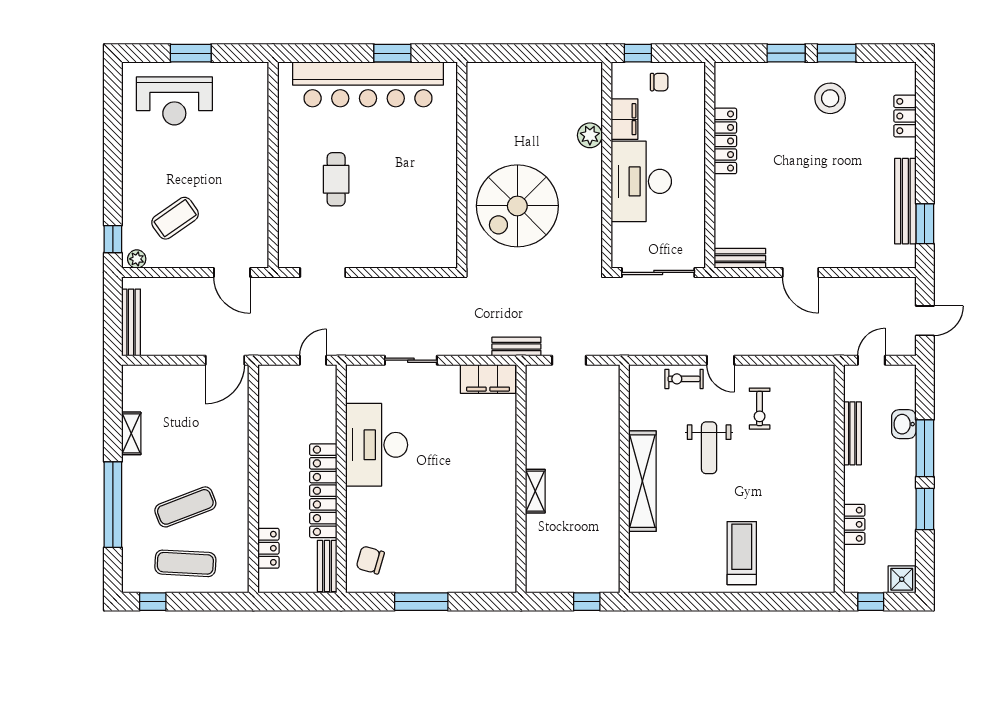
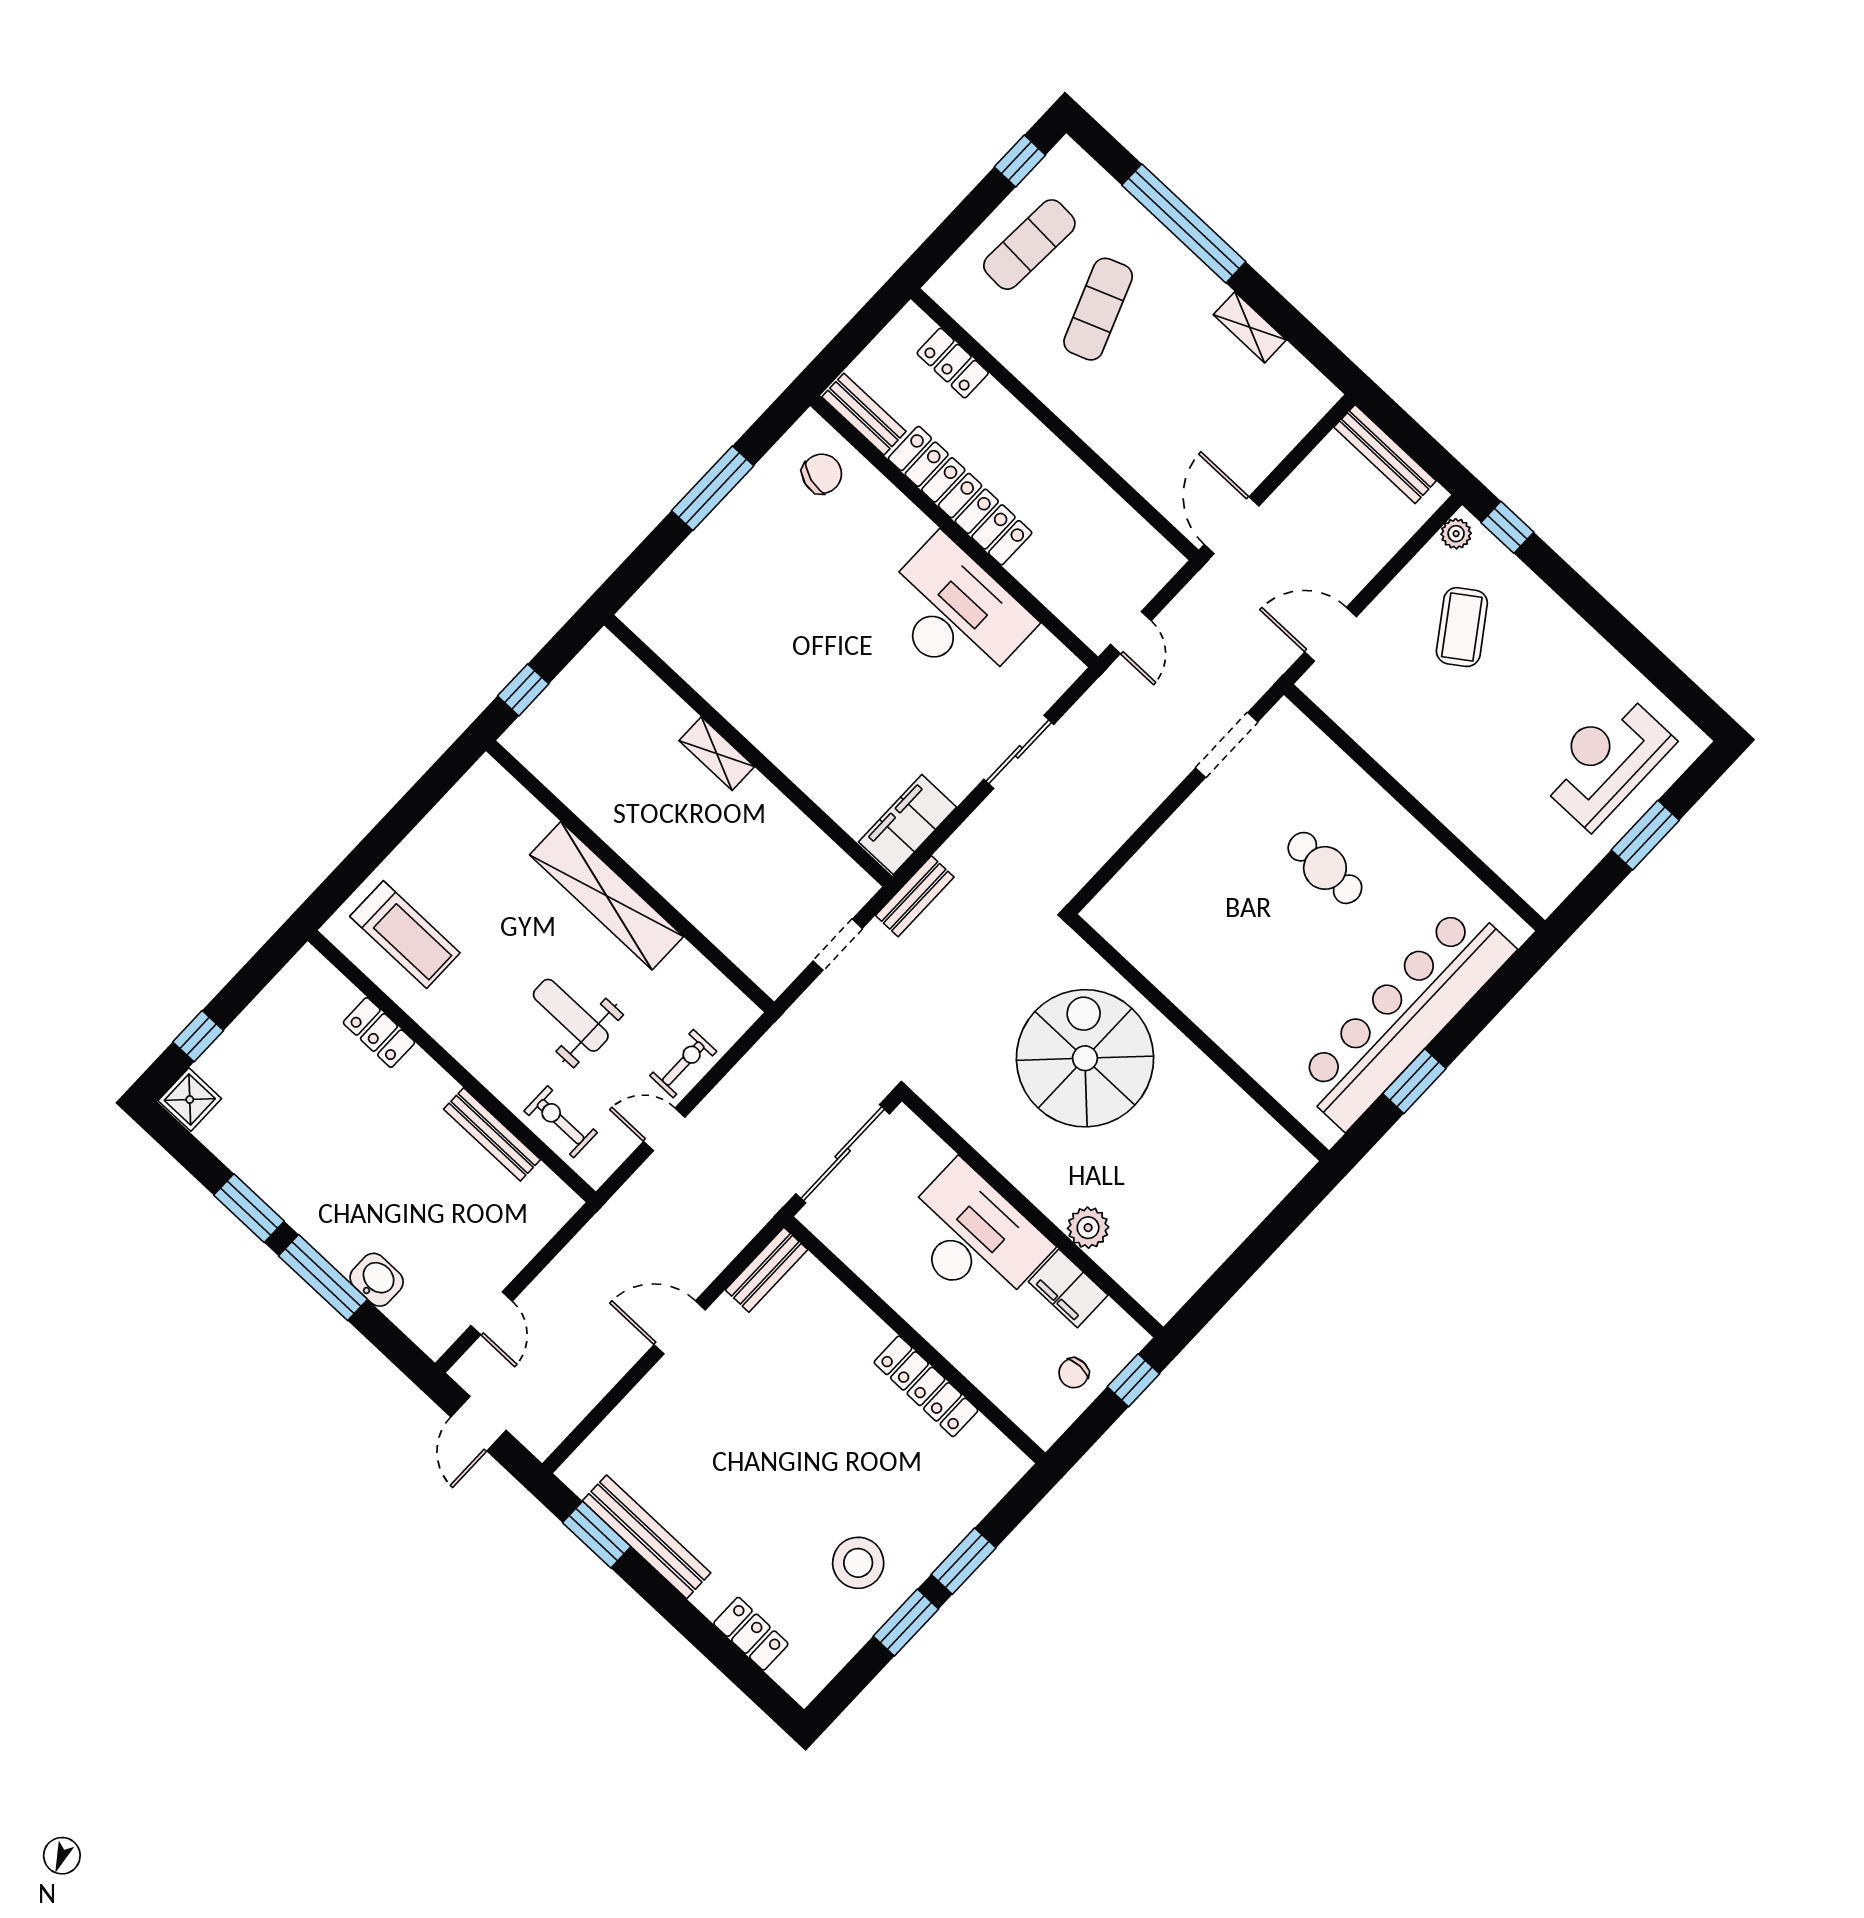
bench: (852, 433) -> (492, 1134), moved
wall: (839, 479) -> (452, 1066), moved
locker: (854, 524) -> (379, 1032), moved

